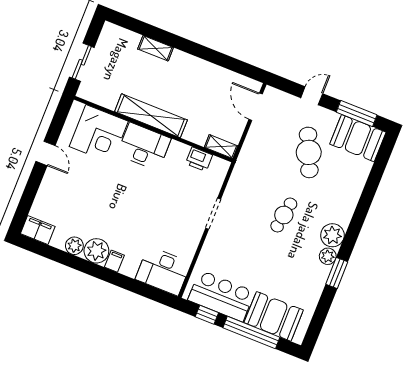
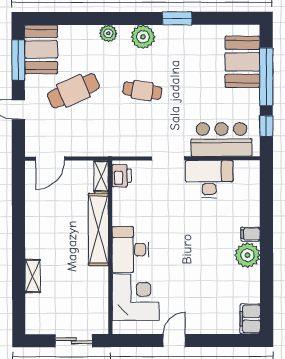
shelving: (151, 116) -> (98, 229), moved
printer: (199, 159) -> (121, 176), moved
plant: (74, 246) -> (251, 278), removed
plant: (328, 256) -> (108, 33), moved
desk: (163, 271) -> (209, 179), moved, turned -90
bar counter: (221, 296) -> (221, 139), moved, turned 90

